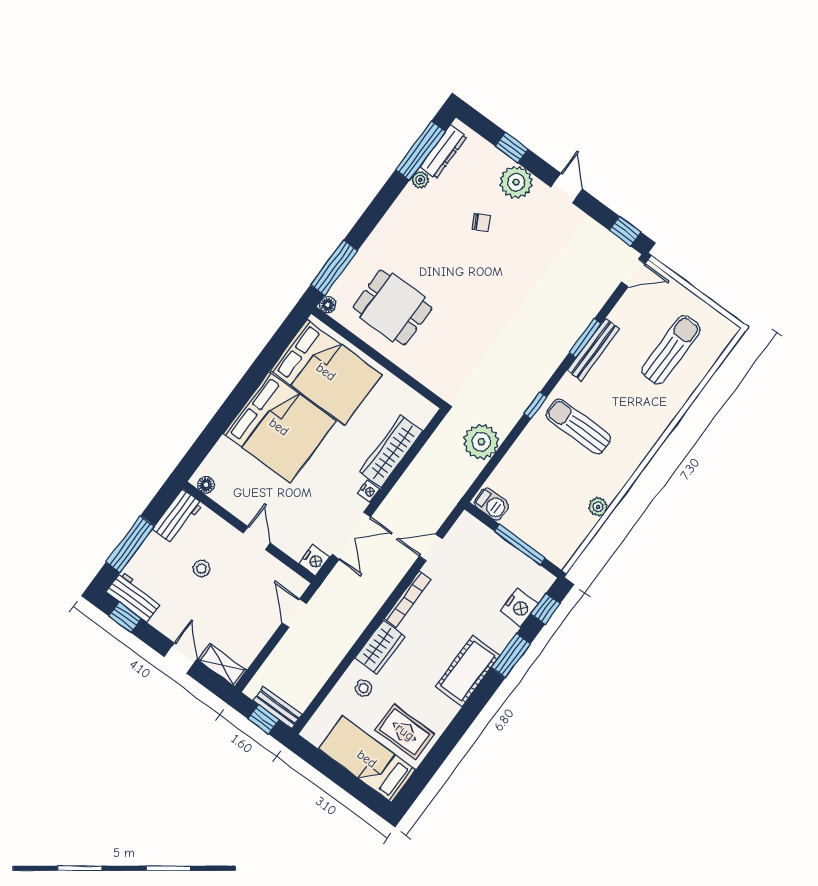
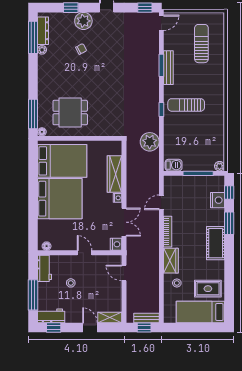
plant: (598, 507) -> (220, 166), moved

